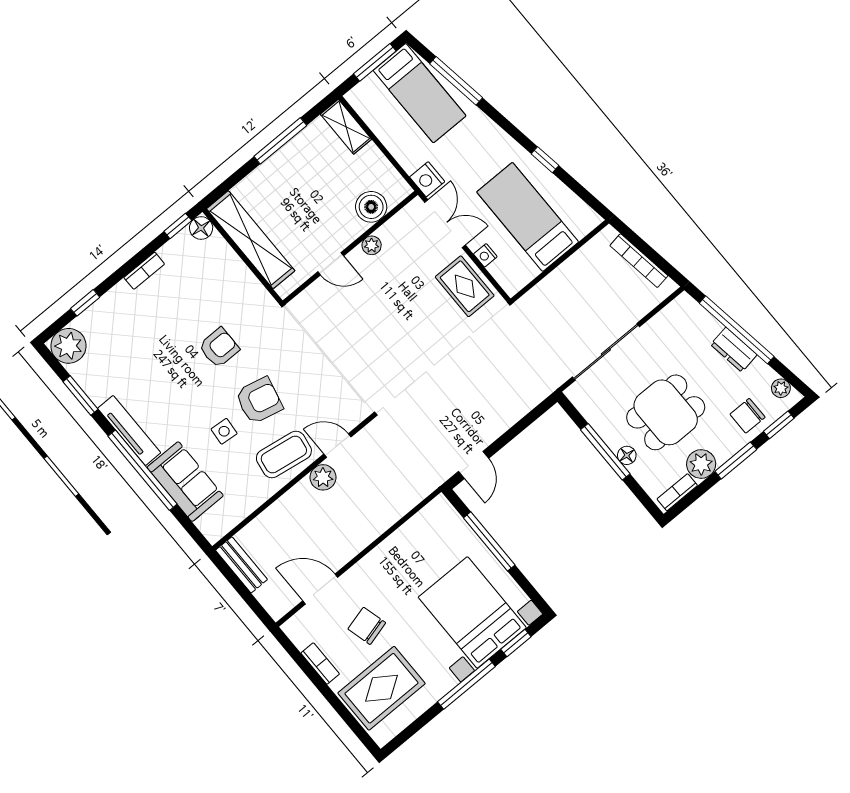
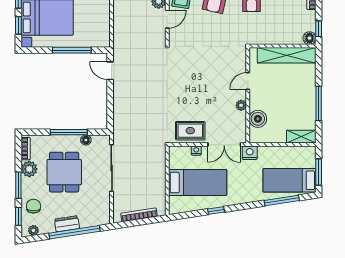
floor lamp: (627, 455) -> (86, 140), moved

